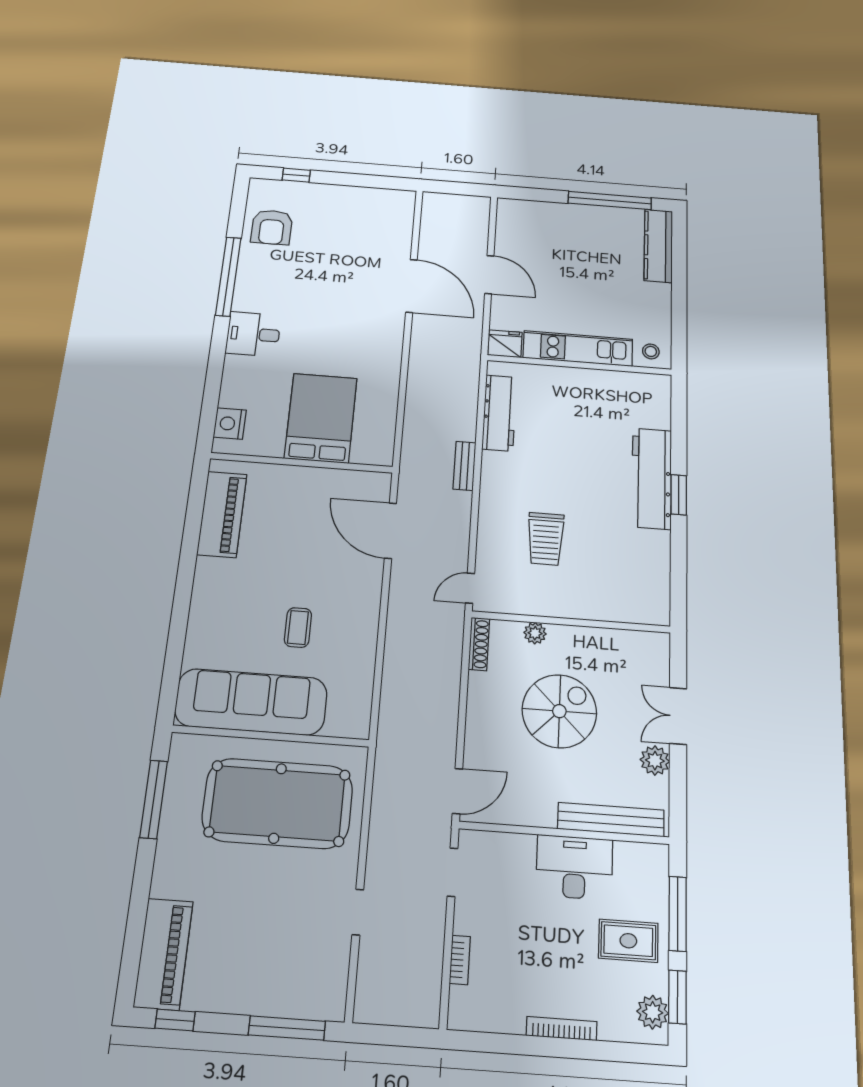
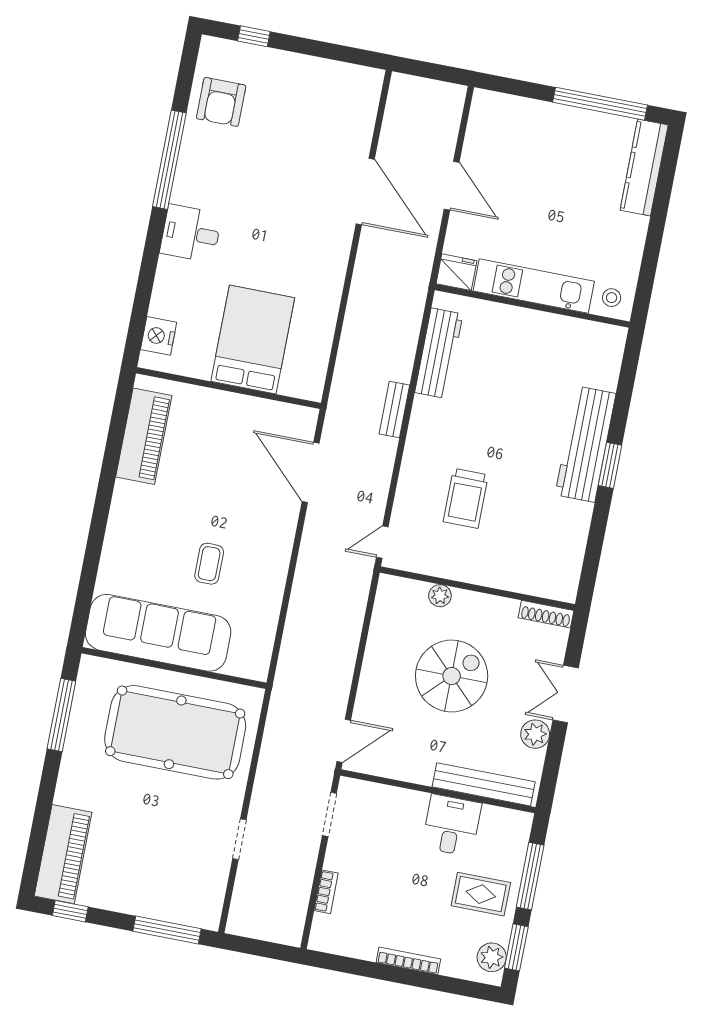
shoe rack: (479, 644) -> (546, 614), moved, turned 90
desk: (574, 867) -> (452, 825), width x0.73

